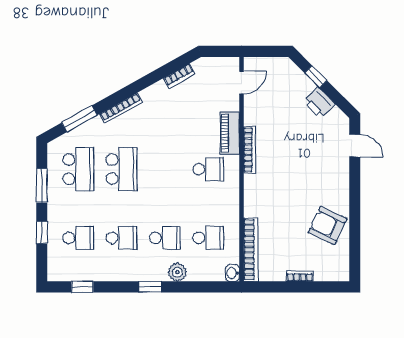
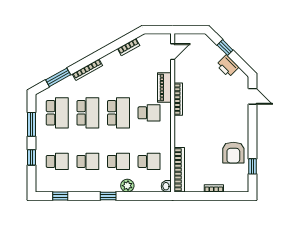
school desk: (165, 169) -> (118, 113), added
armchair: (327, 226) -> (233, 153), turned -115
window: (355, 245) -> (253, 166), added

